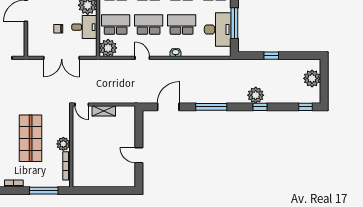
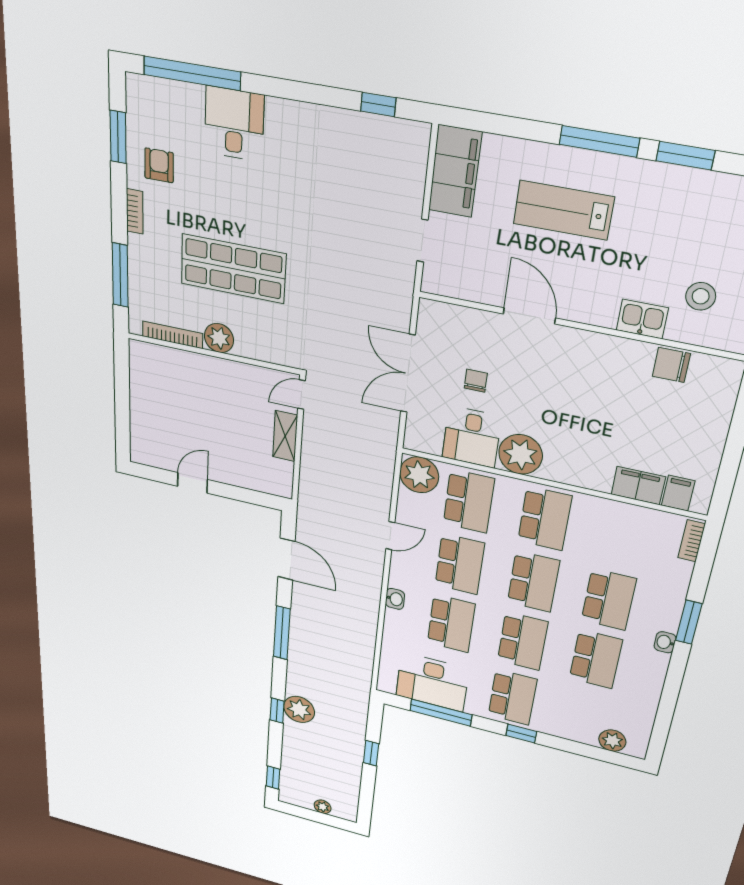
plant: (312, 78) -> (323, 807), width x0.53, depth x0.53

